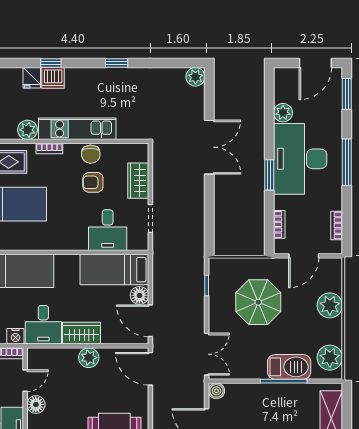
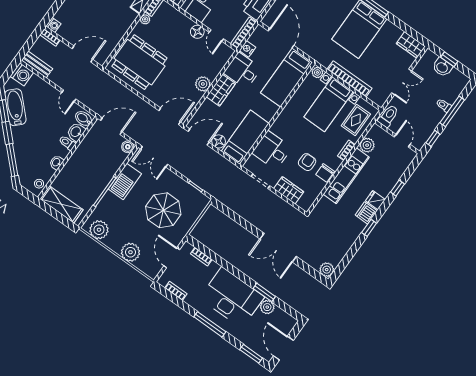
fridge: (32, 78) -> (375, 200), moved
dishwasher: (53, 78) -> (366, 213), moved
chair: (91, 154) -> (325, 173), turned -89
window: (269, 175) -> (264, 292), moved
barbecue: (289, 367) -> (125, 181), moved

